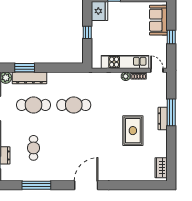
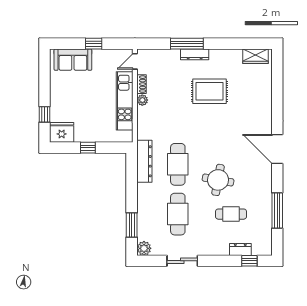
dresser: (29, 78) -> (144, 161), moved
round table: (61, 137) -> (218, 180), added

